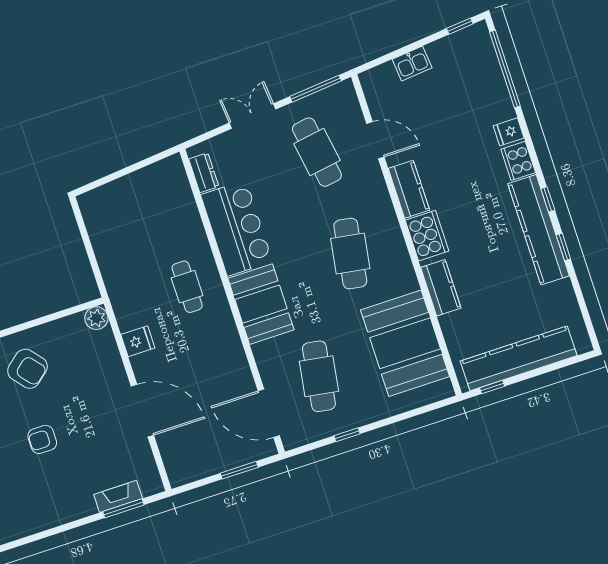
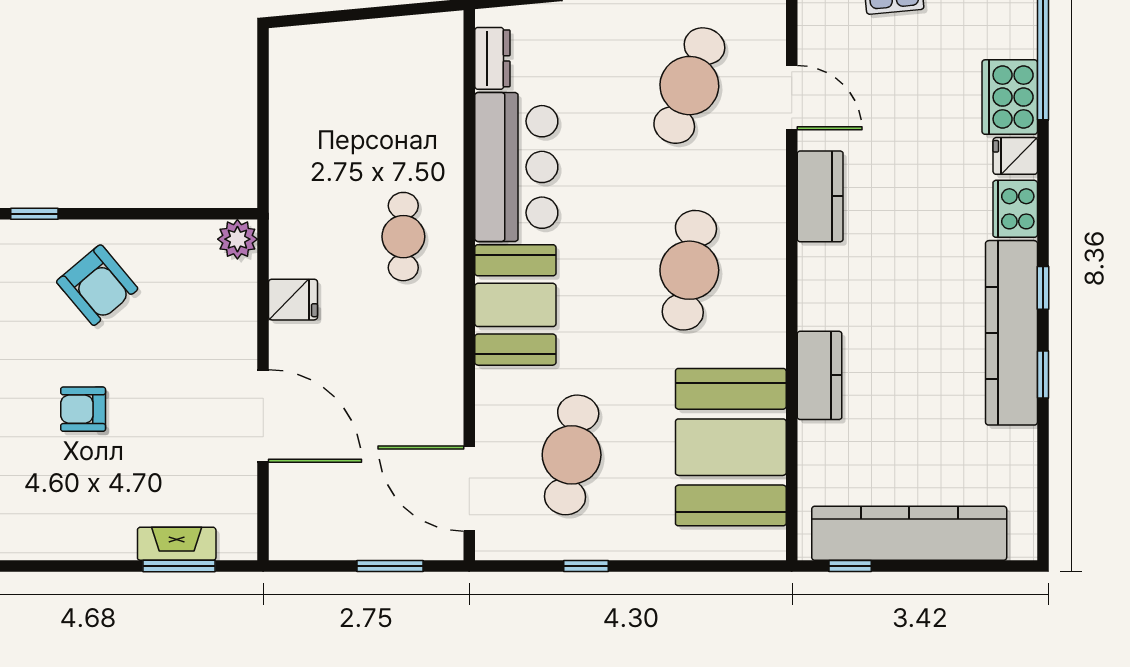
cafe table: (317, 152) -> (689, 86), turned 30
cooker: (427, 236) -> (1010, 97), moved, turned 180

